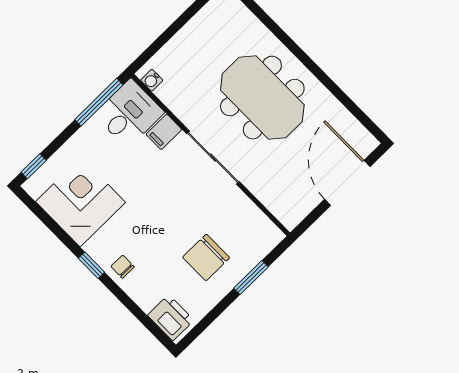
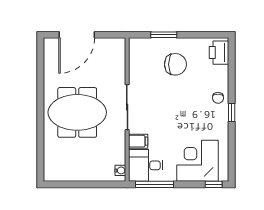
meeting table: (262, 98) -> (77, 112), turned 90
corner desk: (81, 202) -> (197, 161), moved, turned 90

